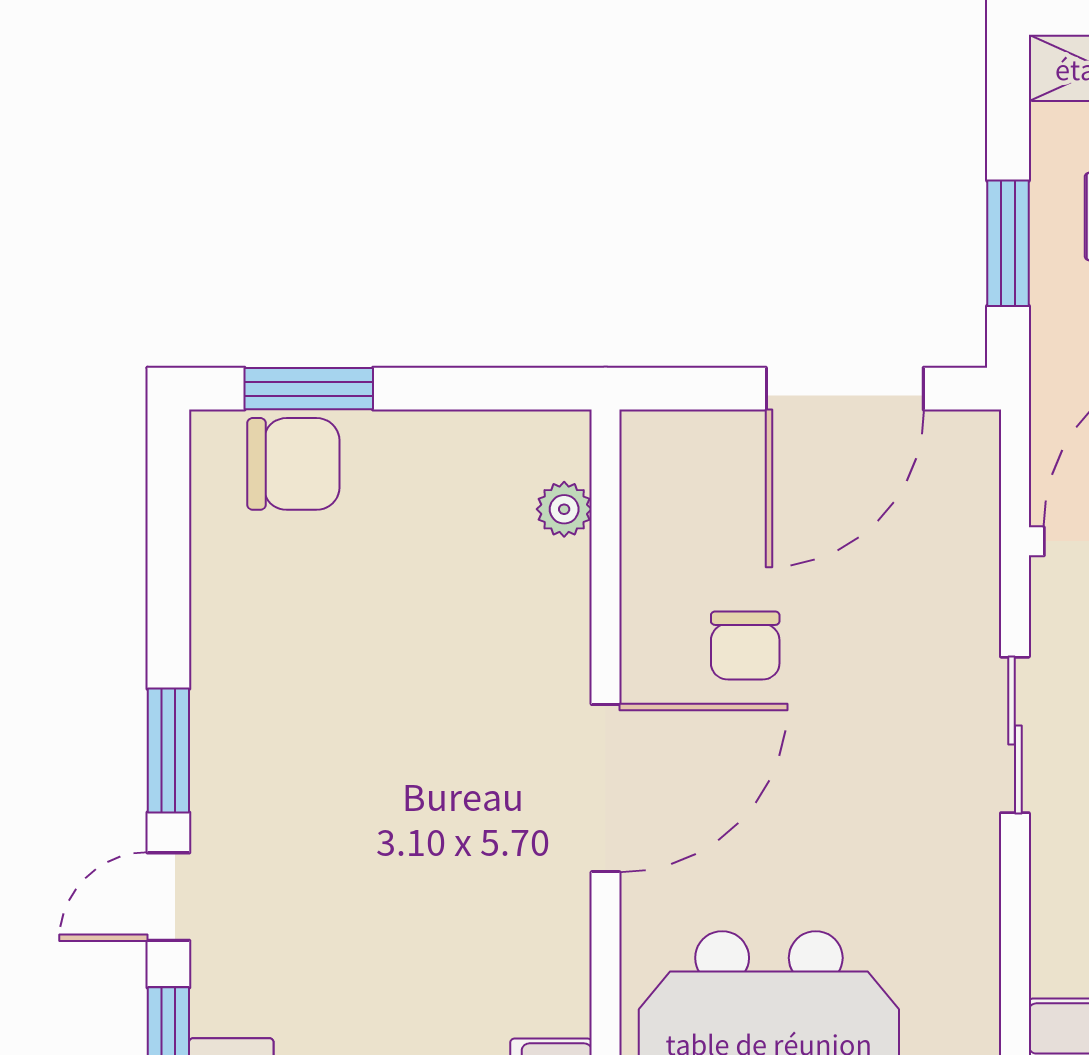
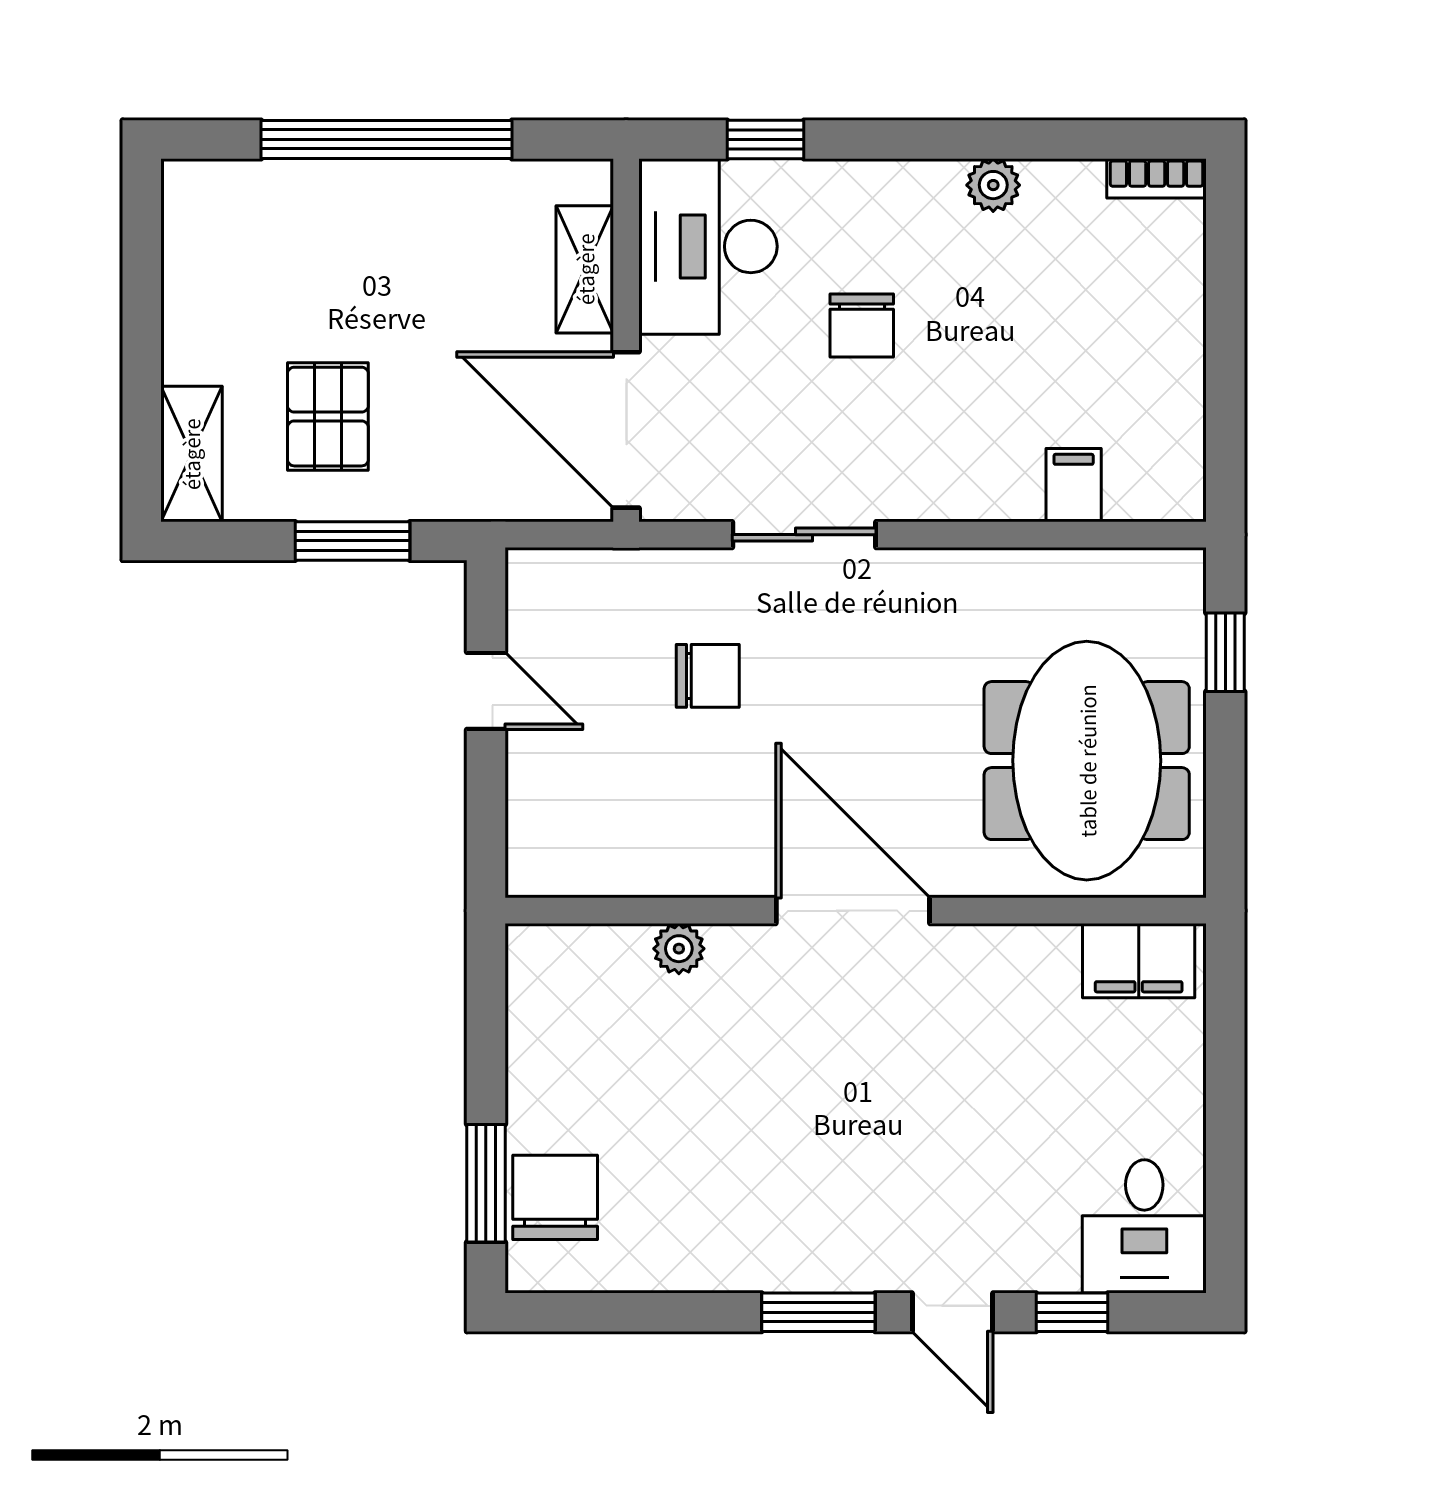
door: (845, 389) -> (486, 691), width x0.53
plant: (564, 509) -> (679, 949), moved
chair: (745, 646) -> (708, 676), moved

